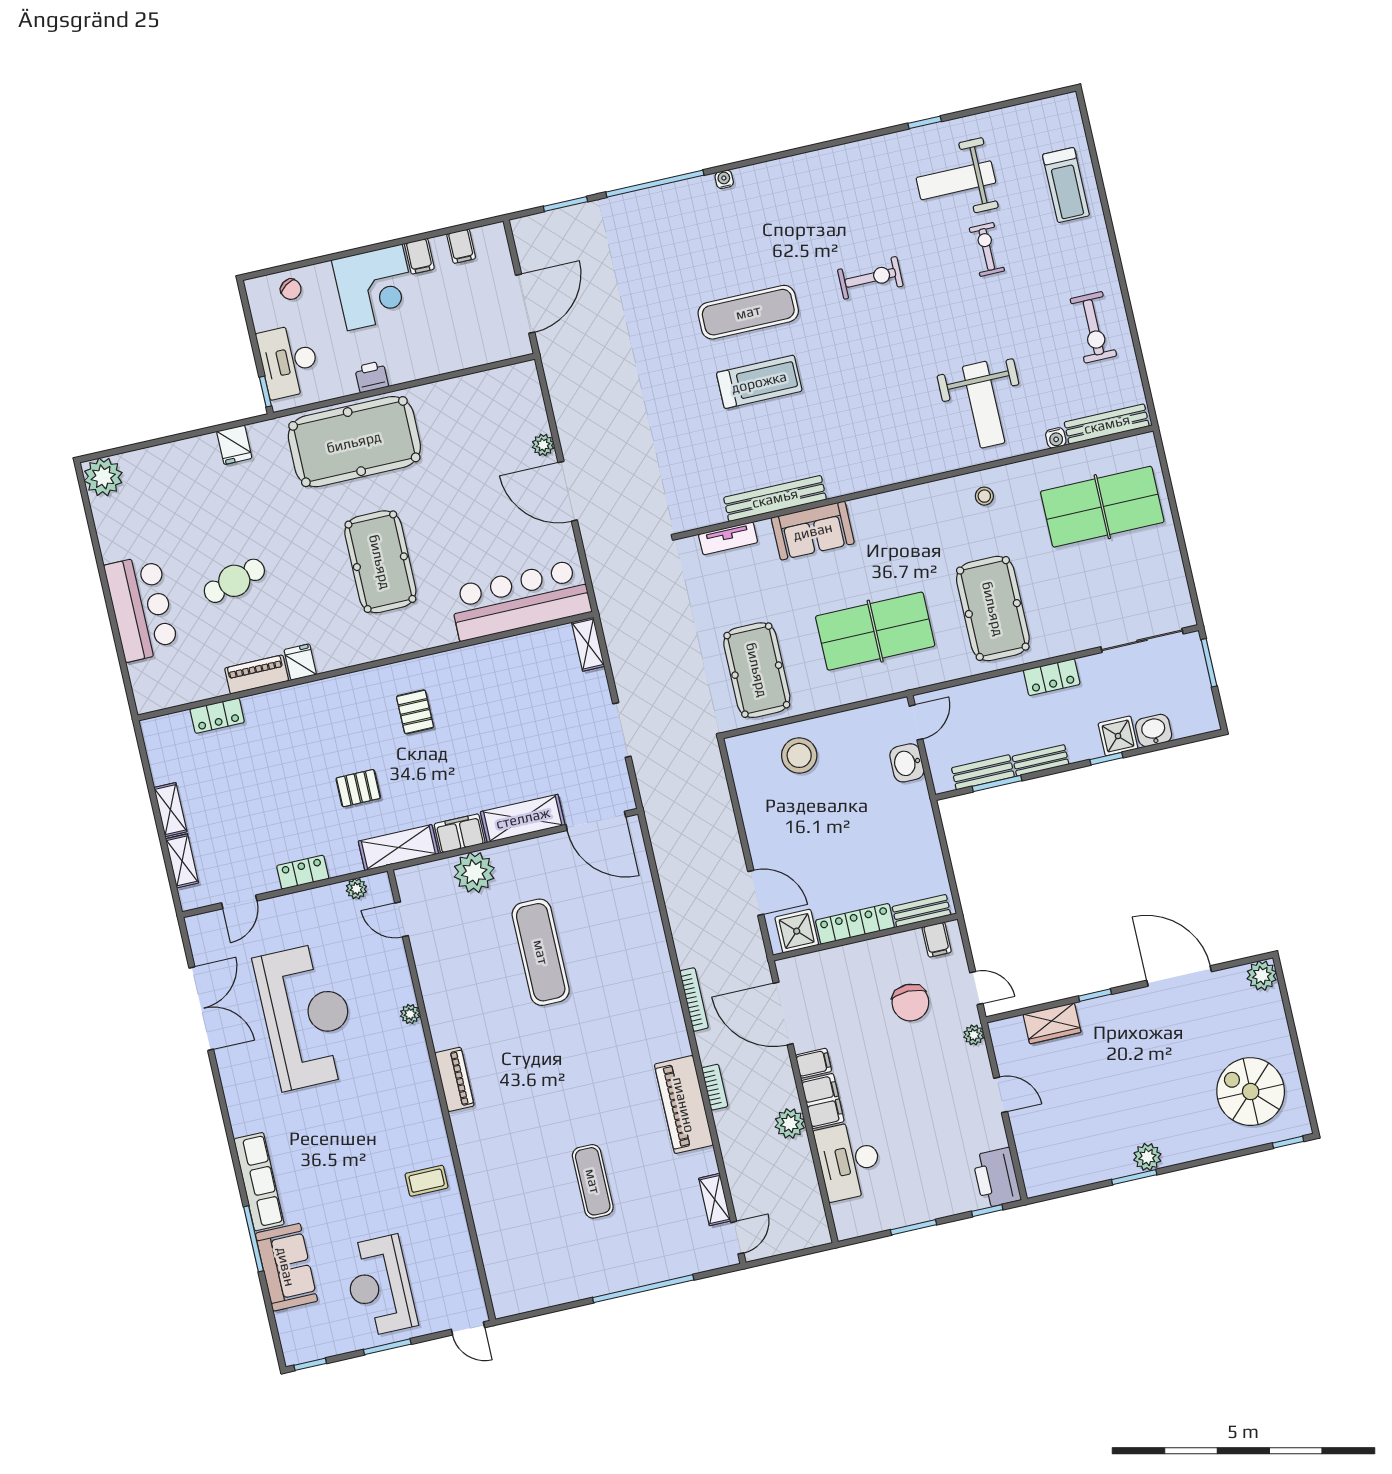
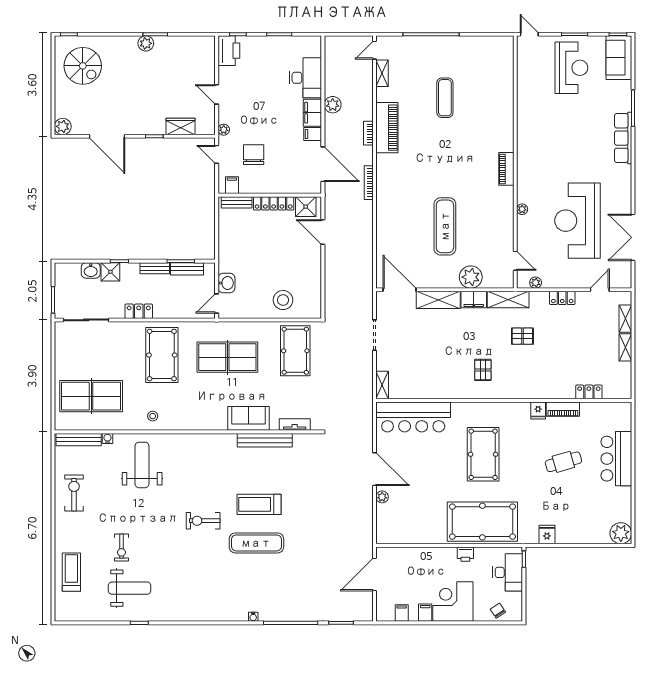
exercise bike: (870, 278) -> (203, 521), moved
coffee table: (427, 1181) -> (534, 118), removed
sofa: (286, 1267) -> (619, 58), moved

